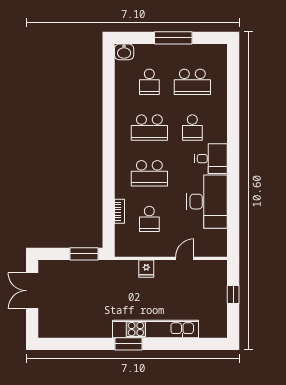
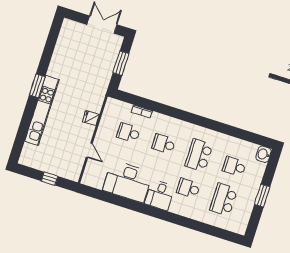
window: (173, 38) -> (262, 196), width x0.69
school desk: (149, 173) -> (164, 144), width x0.54
window: (84, 254) -> (121, 63), moved

